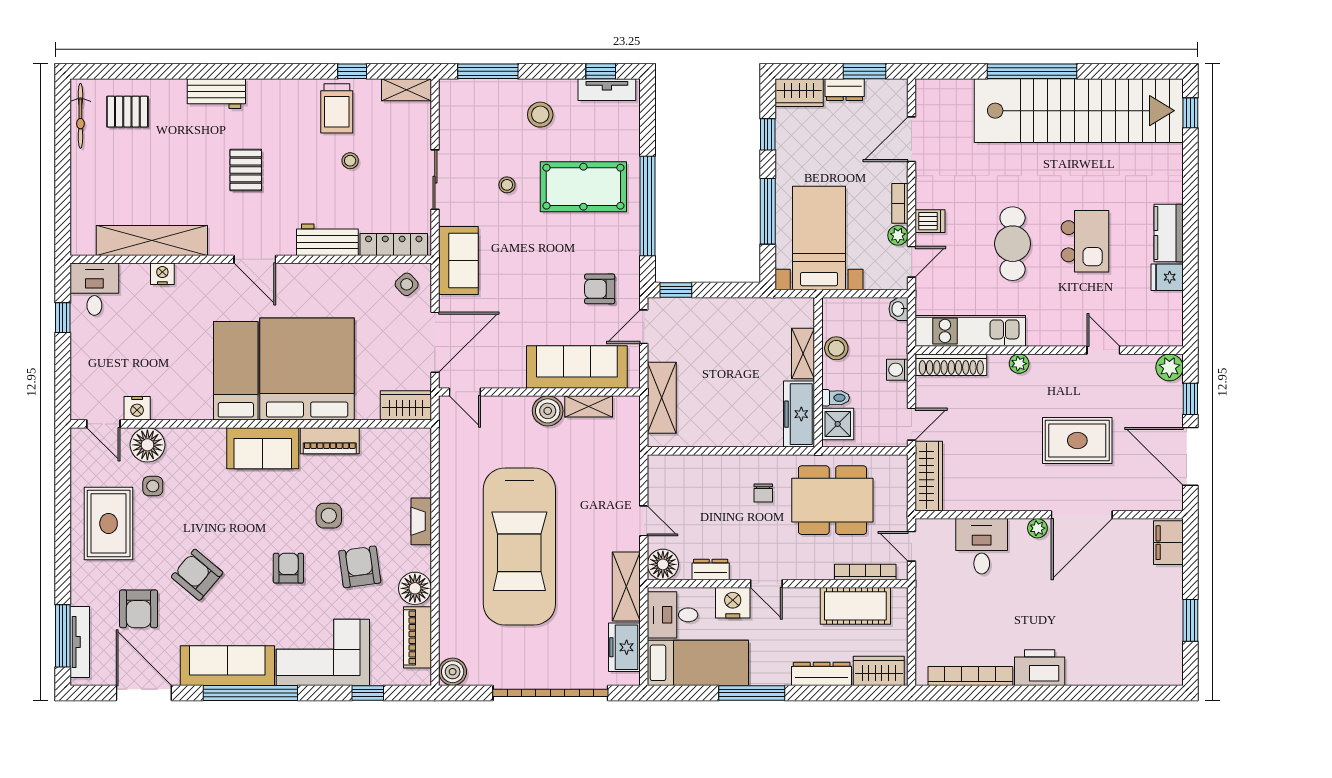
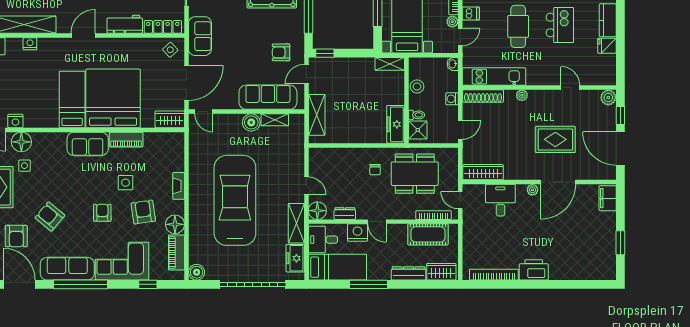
door: (255, 259) -> (83, 35), swing flipped
shelving: (803, 354) -> (390, 64), moved, turned 90
wardrobe: (929, 476) -> (483, 172), moved, turned -90
car: (519, 546) -> (235, 200), turned 180

